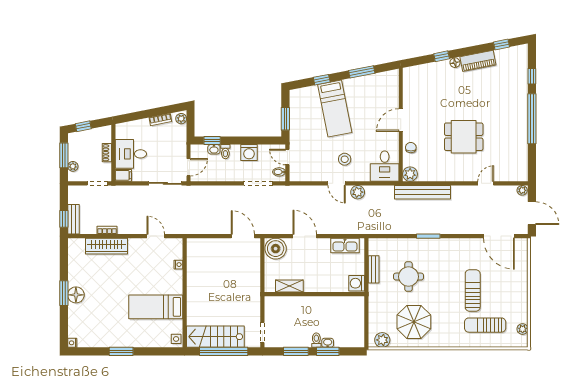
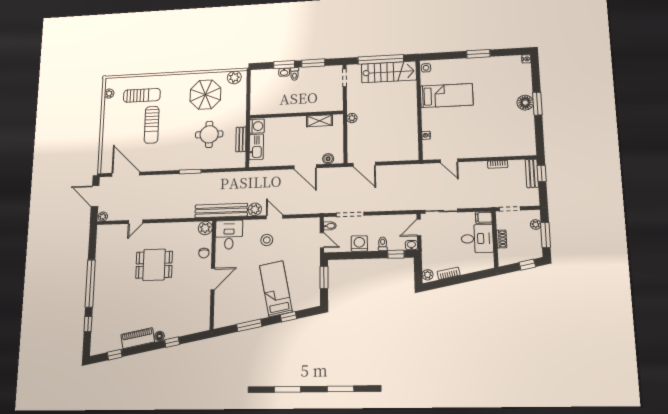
washbasin: (214, 149) -> (411, 245), moved
bench: (422, 192) -> (221, 210), moved
wardrobe: (107, 246) -> (497, 149), removed
kitchen sink: (345, 246) -> (256, 147), moved, turned 90
boiler: (276, 249) -> (328, 159), width x0.54, depth x0.54
plant: (255, 287) -> (352, 118), added

